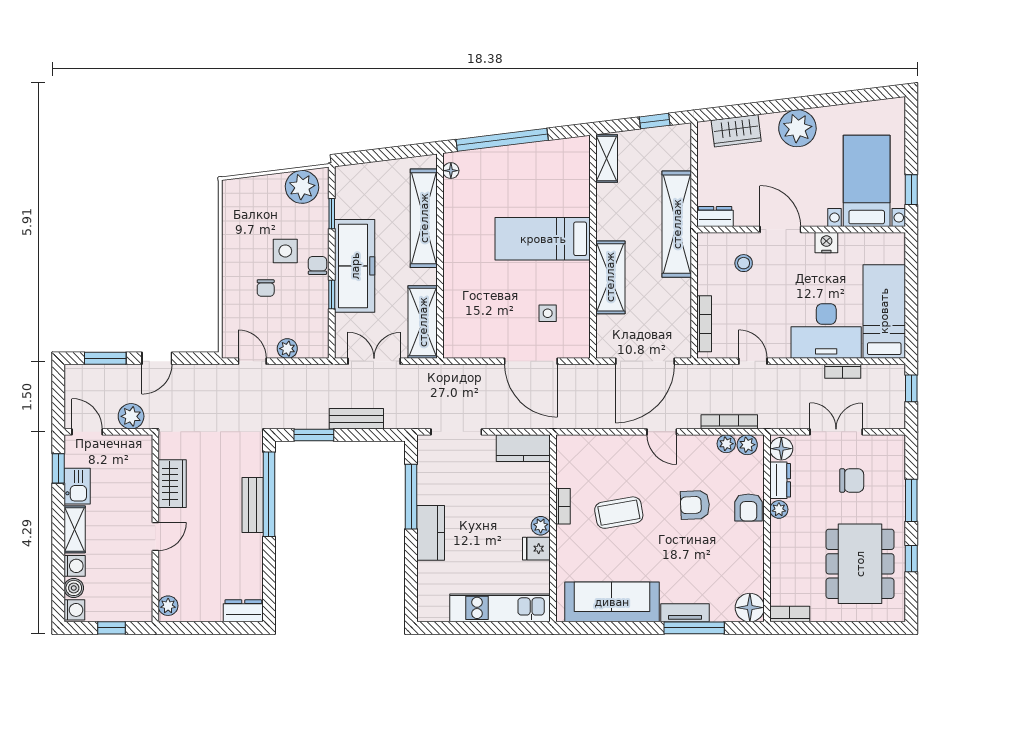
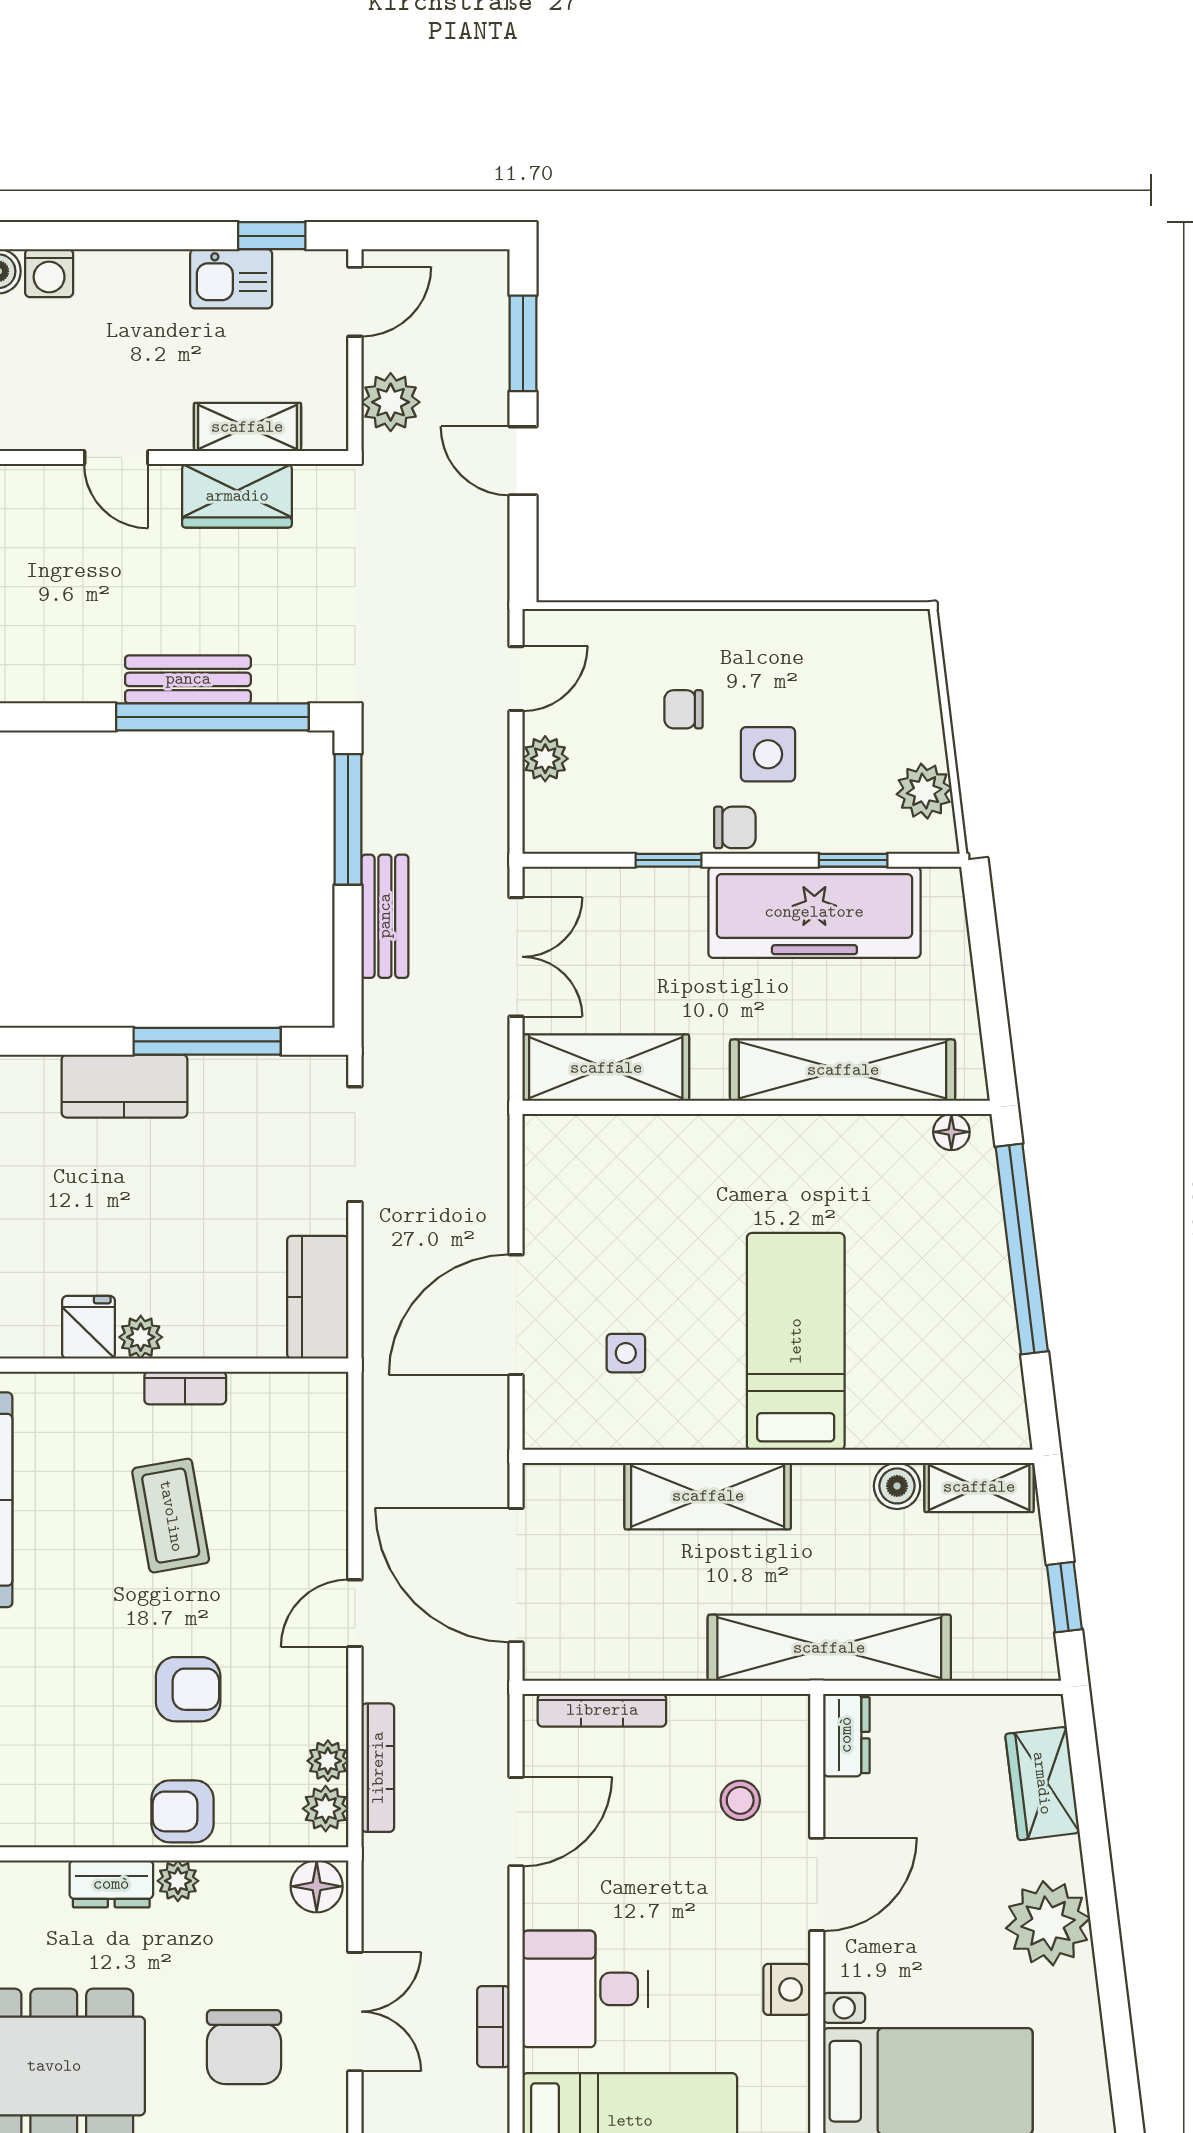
plant: (302, 187) -> (924, 791), width x0.73, depth x0.73
boiler: (606, 194) -> (897, 1486), added
freezer: (355, 266) -> (814, 912), moved
desk: (826, 331) -> (585, 1989), width x0.73
door: (753, 361) -> (516, 1822), width x1.38
window: (314, 435) -> (348, 819), width x1.44
dresser: (780, 480) -> (111, 1884), moved
chair: (852, 480) -> (244, 2047), width x1.37, depth x1.37
armchair: (695, 505) -> (188, 1689), turned 92
shelving: (75, 529) -> (247, 427), moved

